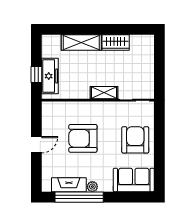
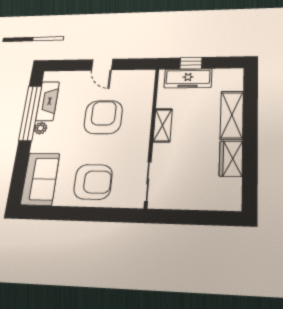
shelving: (104, 93) -> (163, 125), moved

